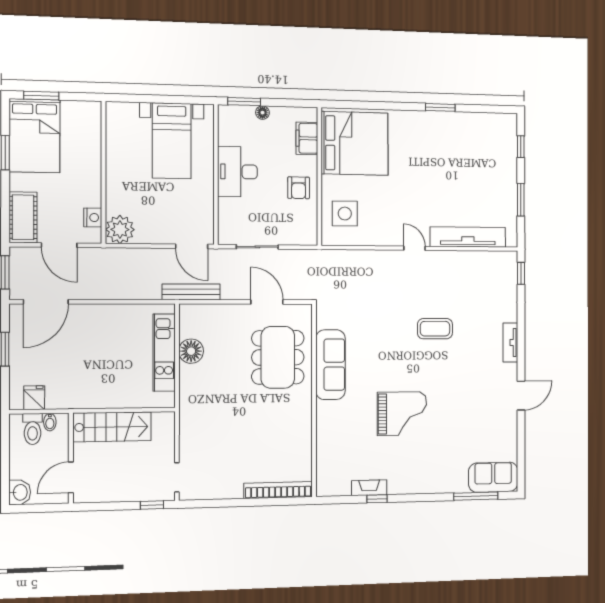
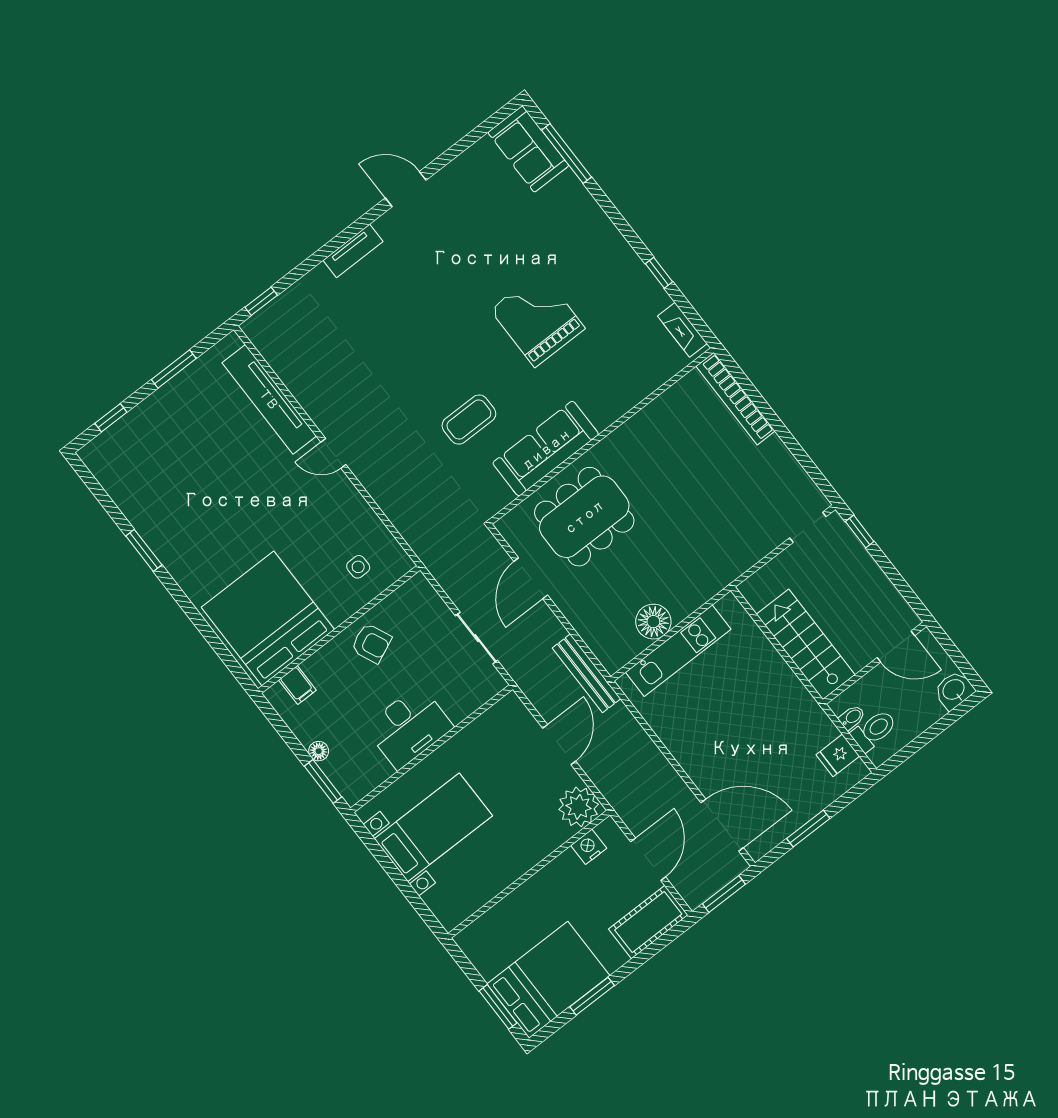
filing cabinet: (307, 138) -> (297, 685), width x0.50
armchair: (299, 188) -> (371, 643), turned 66
side table: (345, 214) -> (358, 567), width x0.54, depth x0.54
door: (192, 246) -> (559, 745), moved
door: (414, 248) -> (333, 453), hinge flipped
coffee table: (435, 329) -> (469, 420), moved, turned 90
fireplace: (369, 488) -> (682, 330), moved

